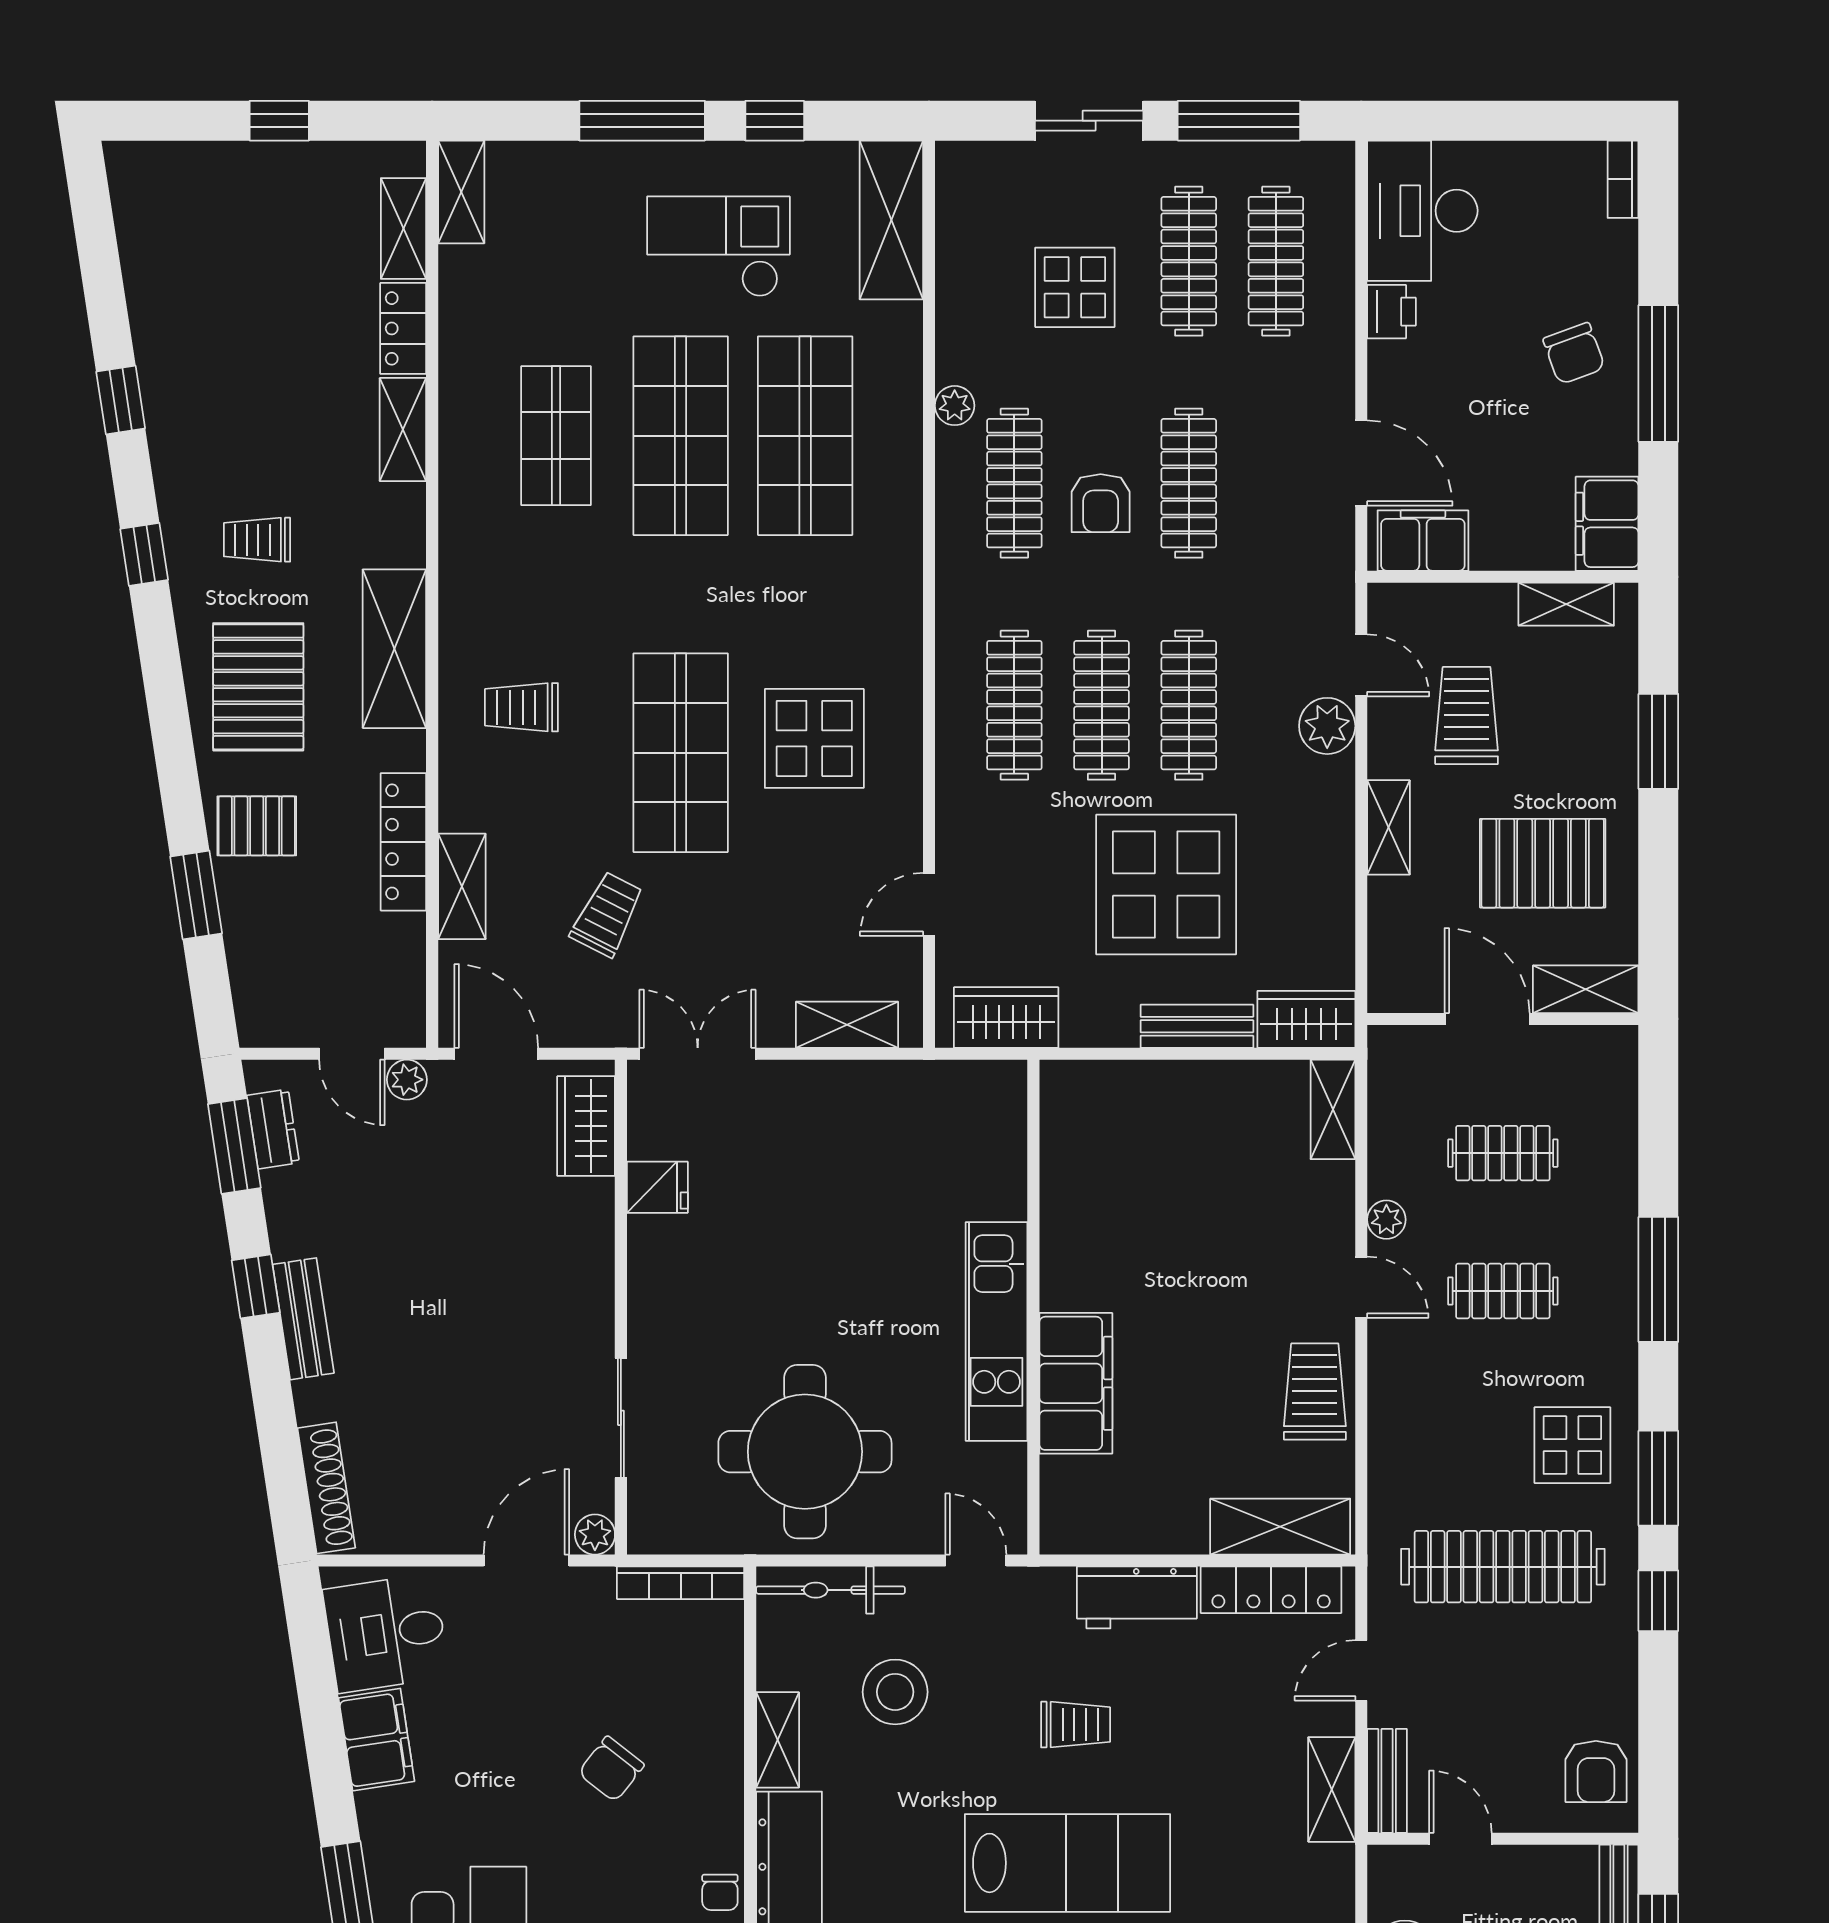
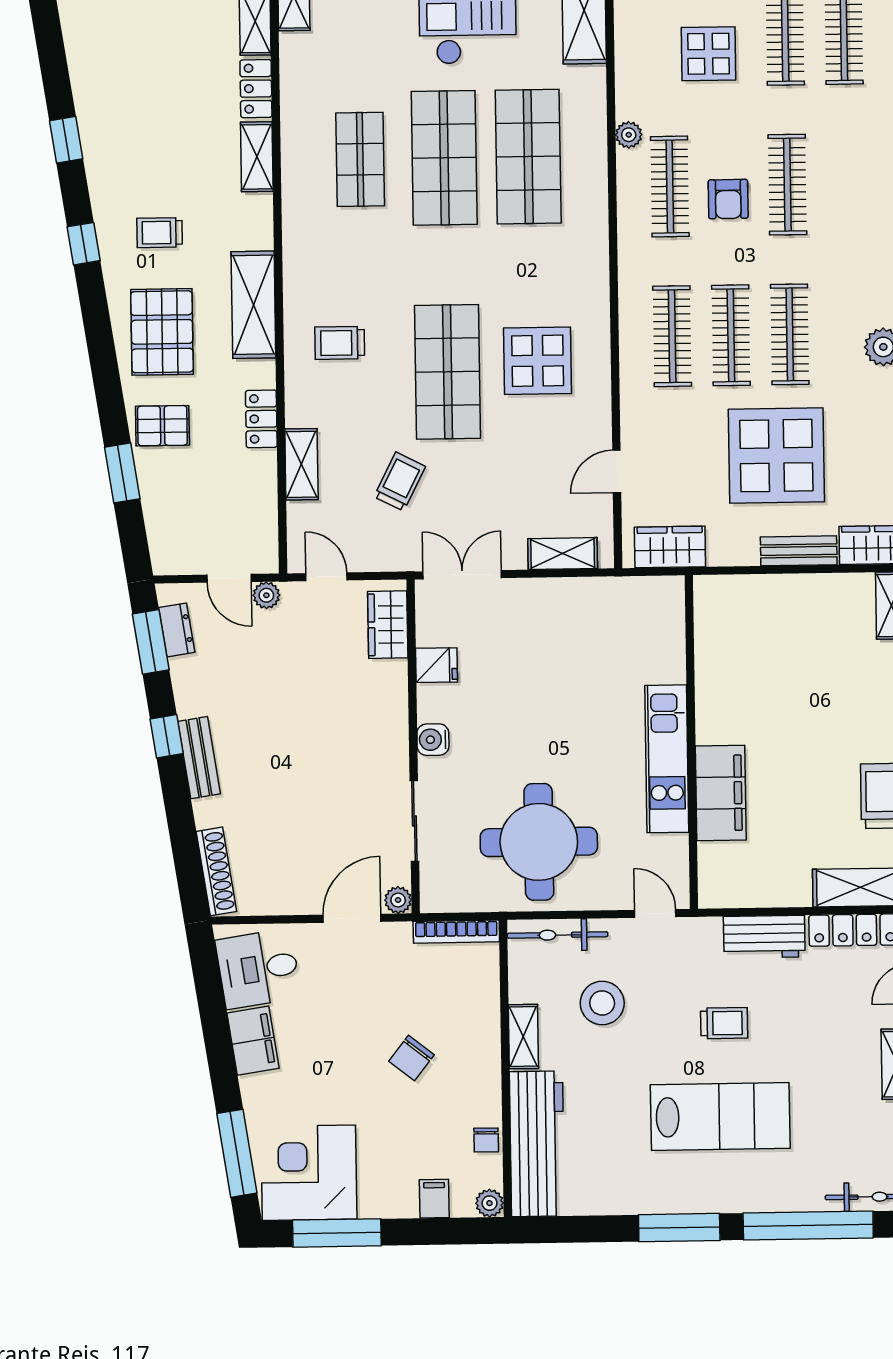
locker: (403, 842) -> (261, 419), width x0.66
door: (496, 1054) -> (326, 577), width x0.73
water cooler: (650, 1298) -> (433, 740), added

